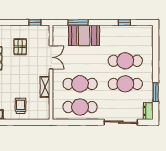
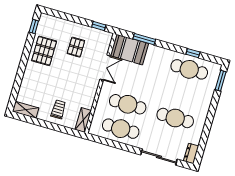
booth: (84, 35) -> (129, 50), moved
cafe table: (125, 61) -> (189, 69), moved
shelving: (45, 87) -> (83, 120), moved
window: (156, 92) -> (221, 81), moved

